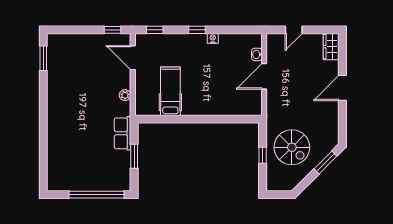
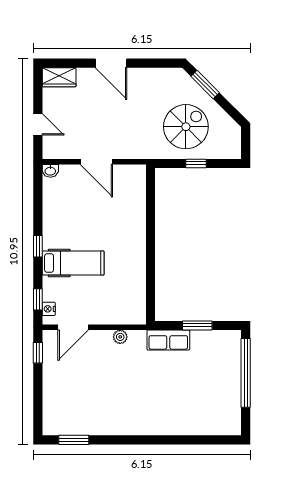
nightstand: (213, 38) -> (49, 309), moved
washbasin: (257, 54) -> (50, 171), moved
hospital bed: (170, 91) -> (73, 263), moved, turned 180

